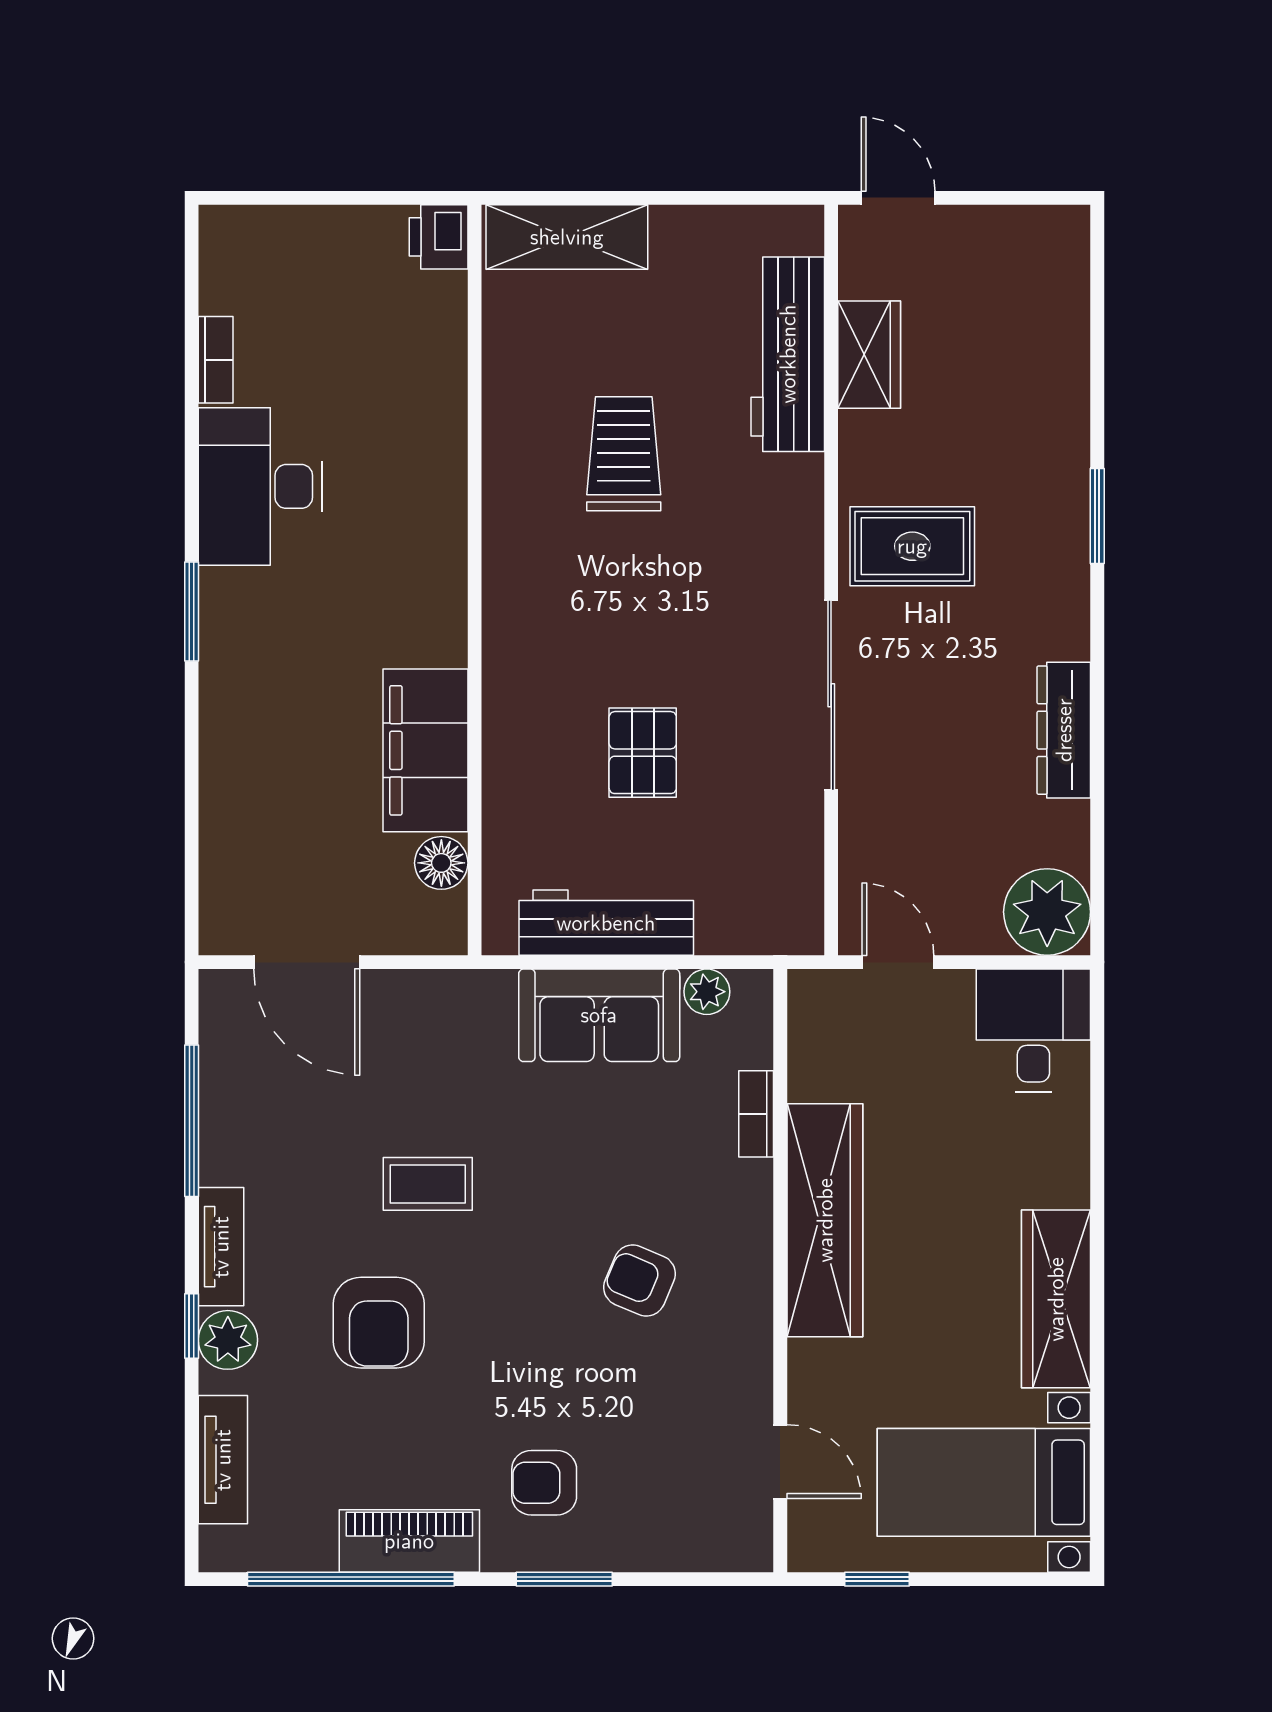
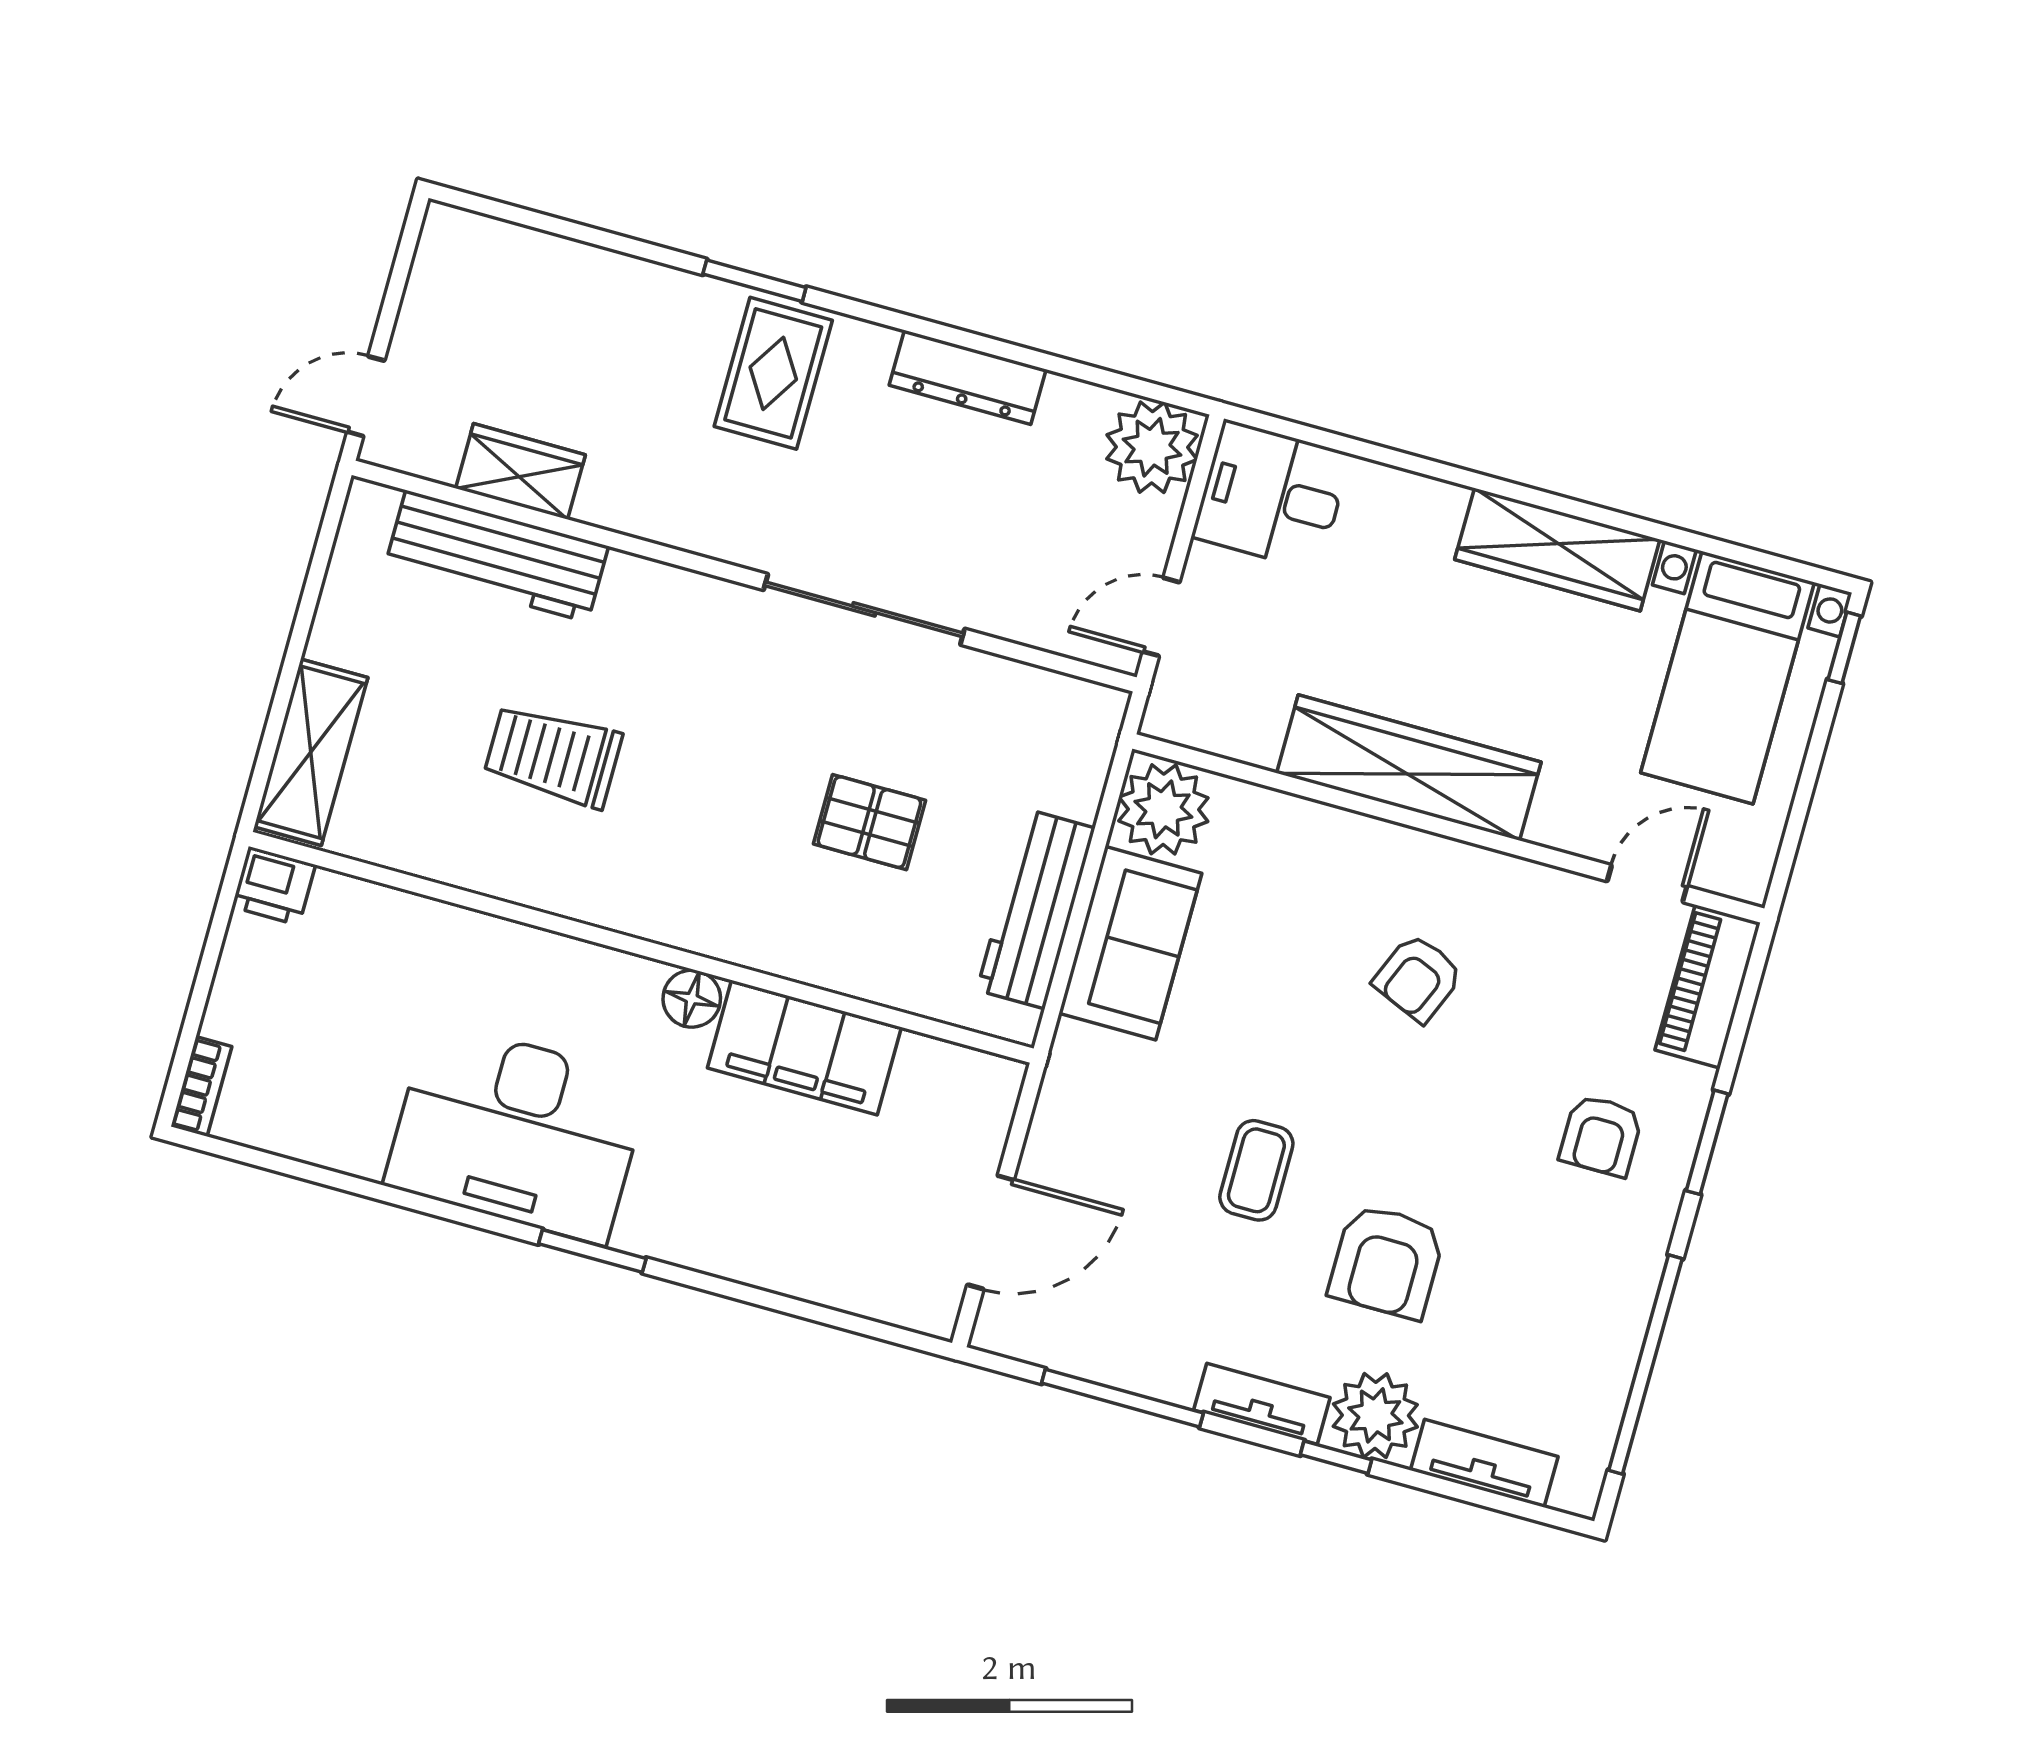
bookcase: (216, 360) -> (201, 1086), moved, turned 90
desk: (260, 486) -> (517, 1132), width x1.36, depth x1.30
rug: (912, 546) -> (773, 373), moved
floor lamp: (441, 863) -> (692, 999), moved
plant: (707, 992) -> (1163, 809), width x1.88, depth x1.88
bookcase: (756, 1114) -> (1278, 808), removed
armchair: (379, 1323) -> (1387, 1261), turned 90
plant: (228, 1340) -> (1375, 1415), width x1.36, depth x1.36
piano: (409, 1541) -> (1708, 986), moved
window: (877, 1579) -> (1844, 648), moved

